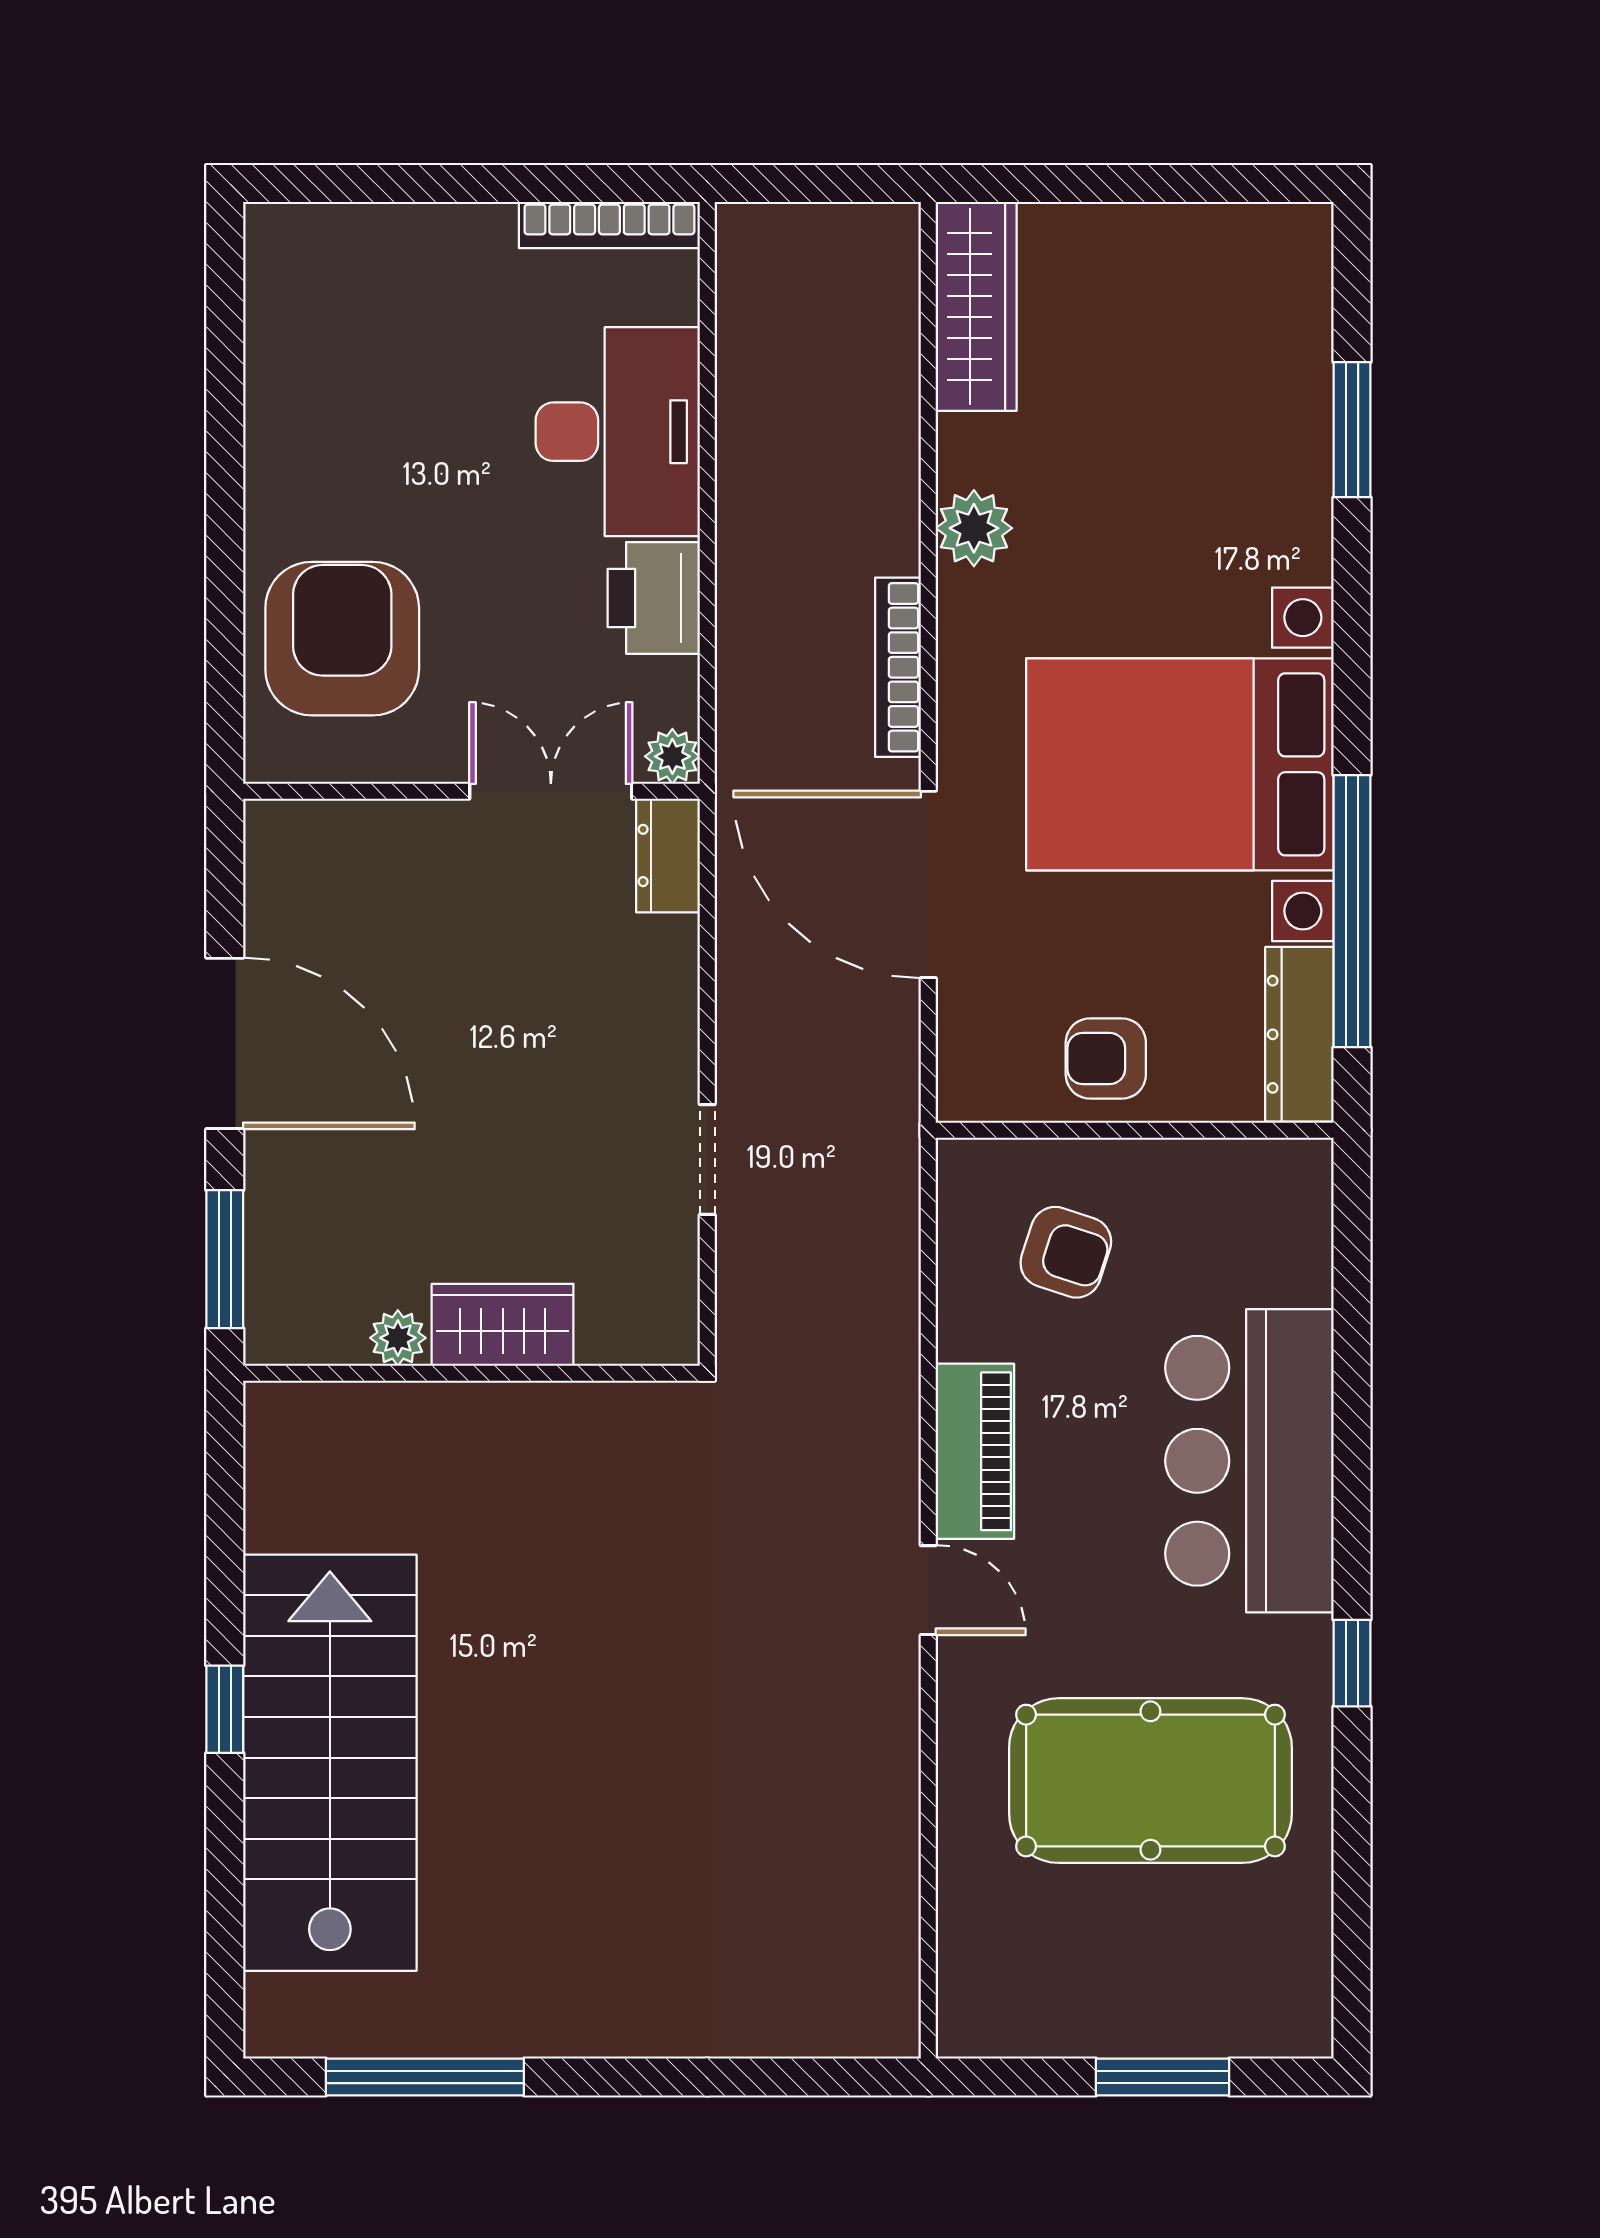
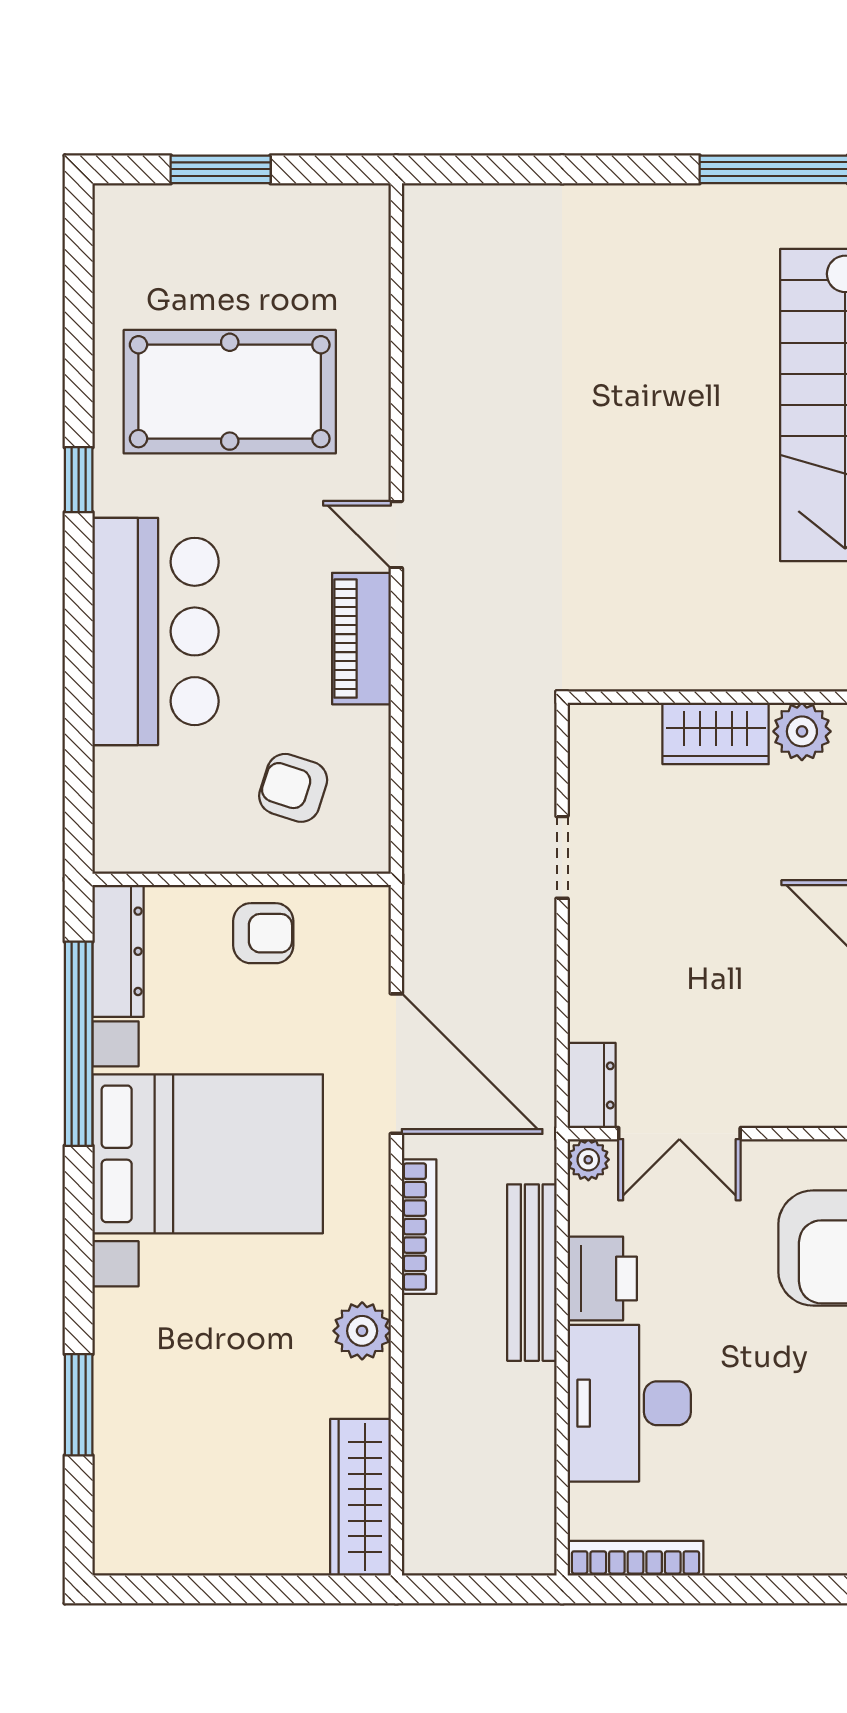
bench: (748, 606) -> (532, 1273), added
plant: (398, 1338) -> (802, 731), width x1.38, depth x1.38

